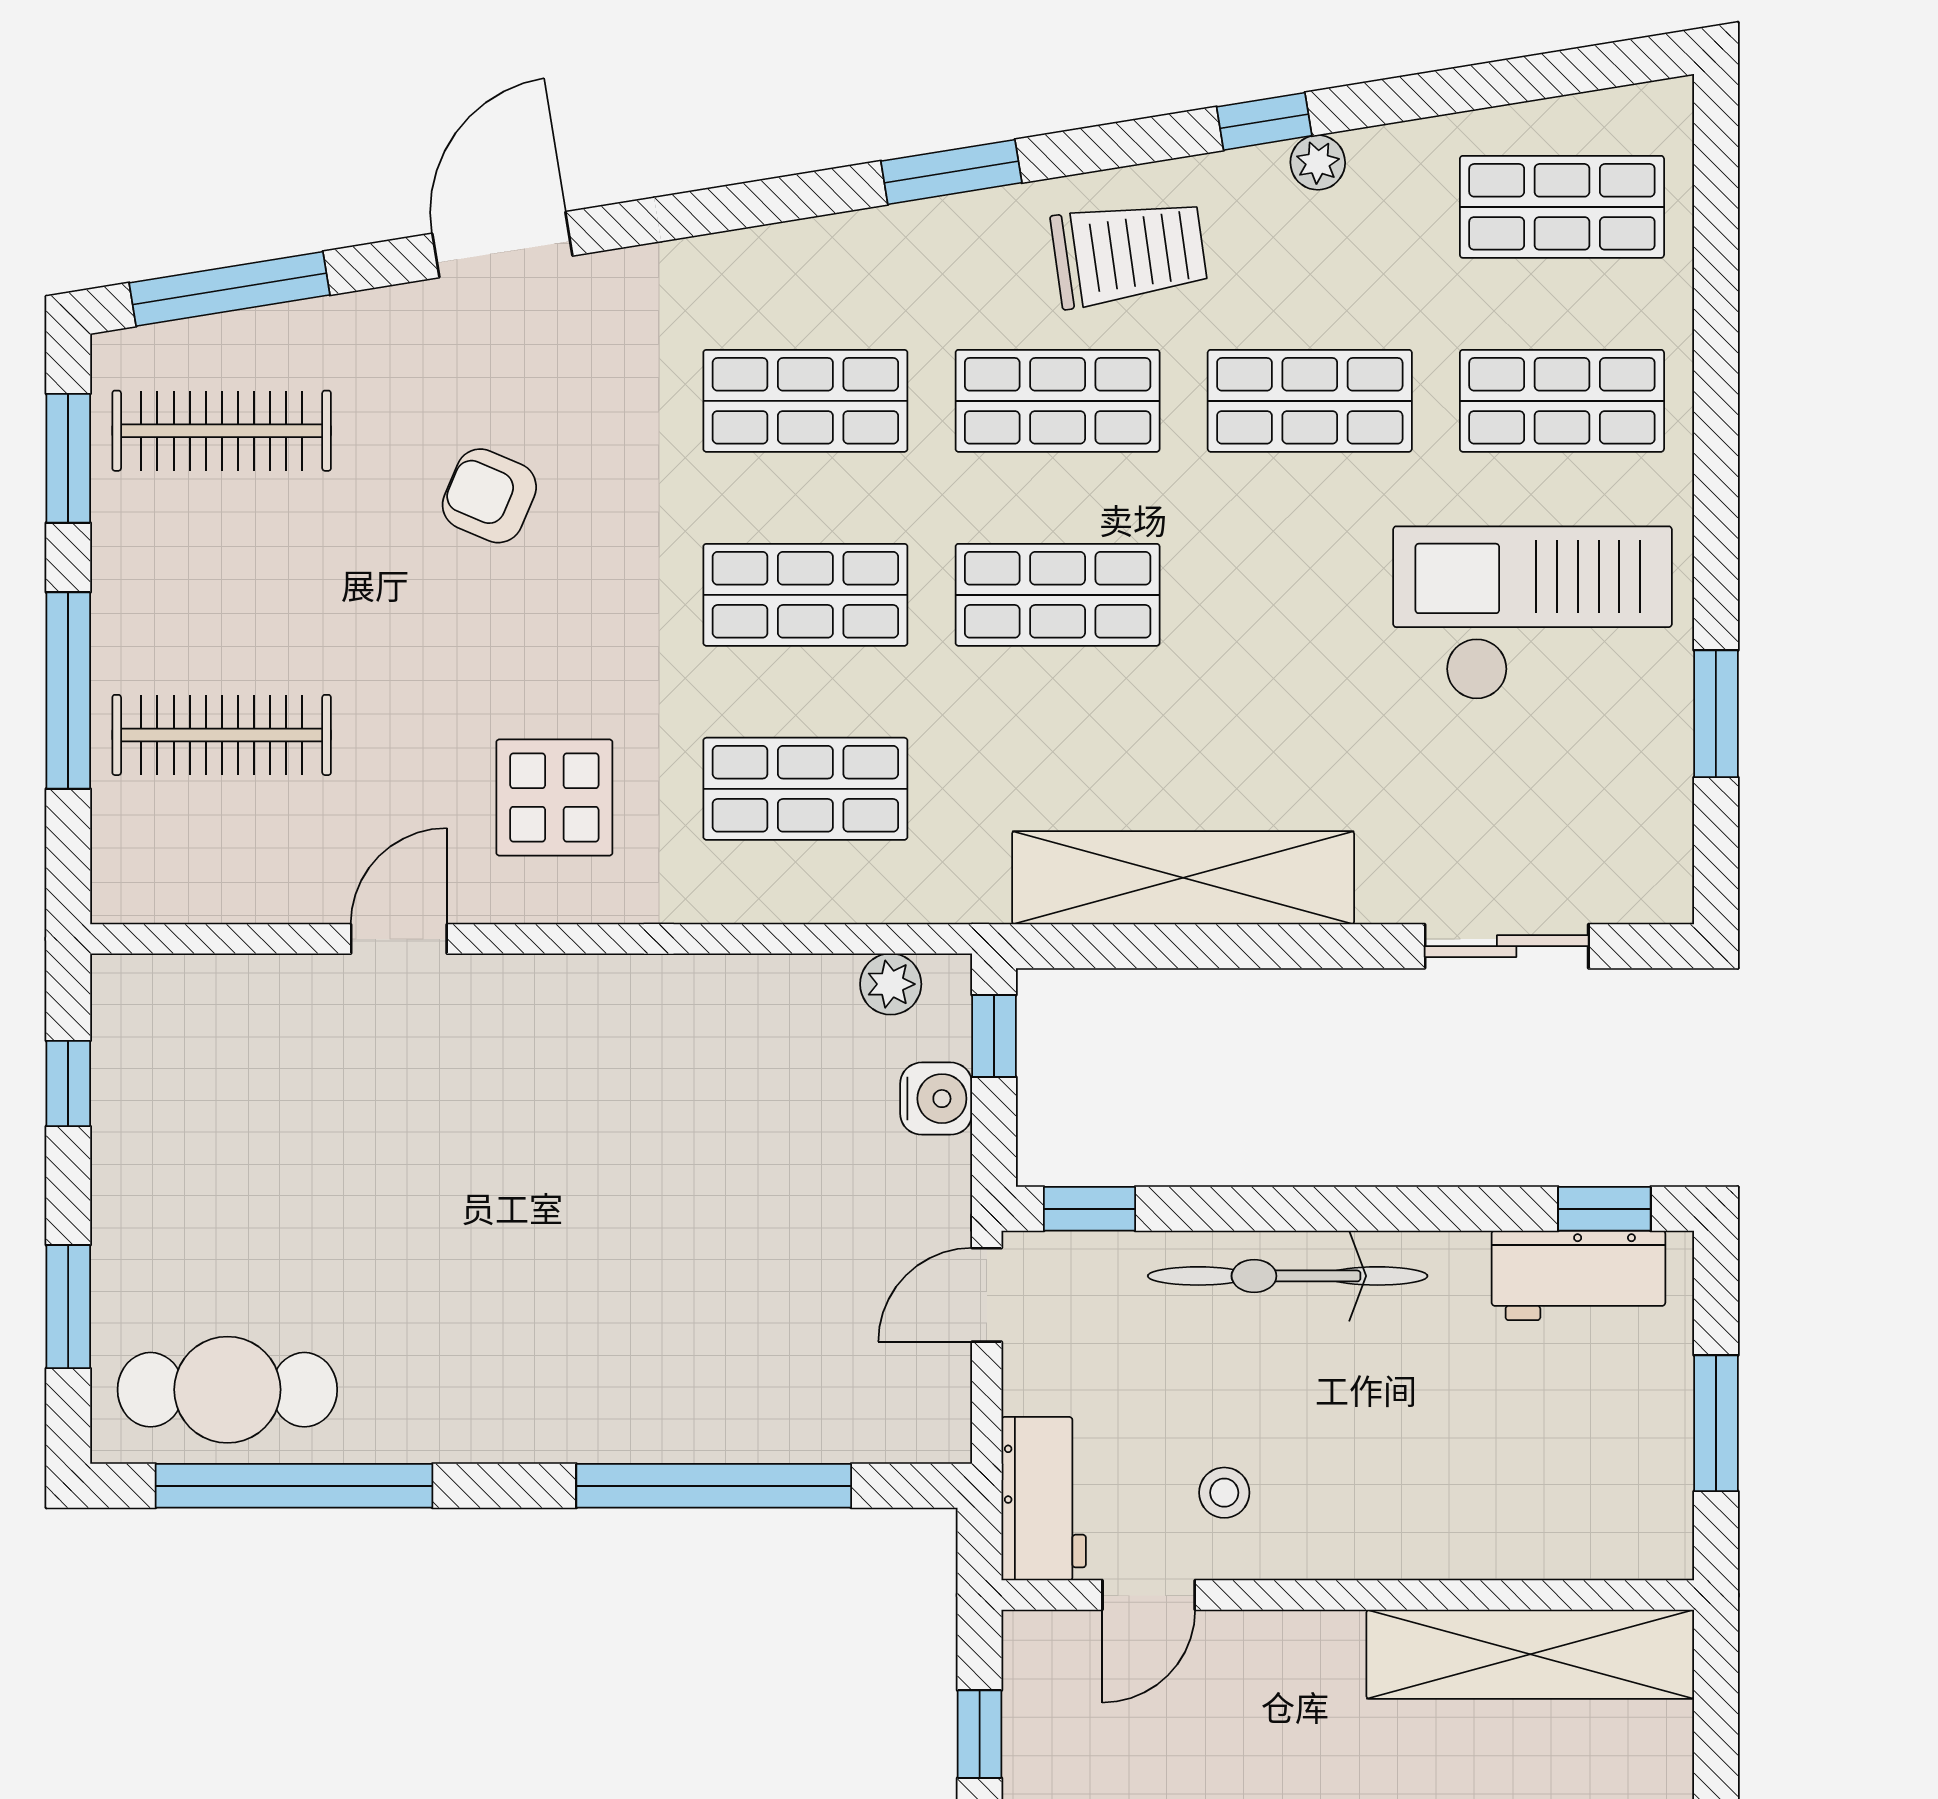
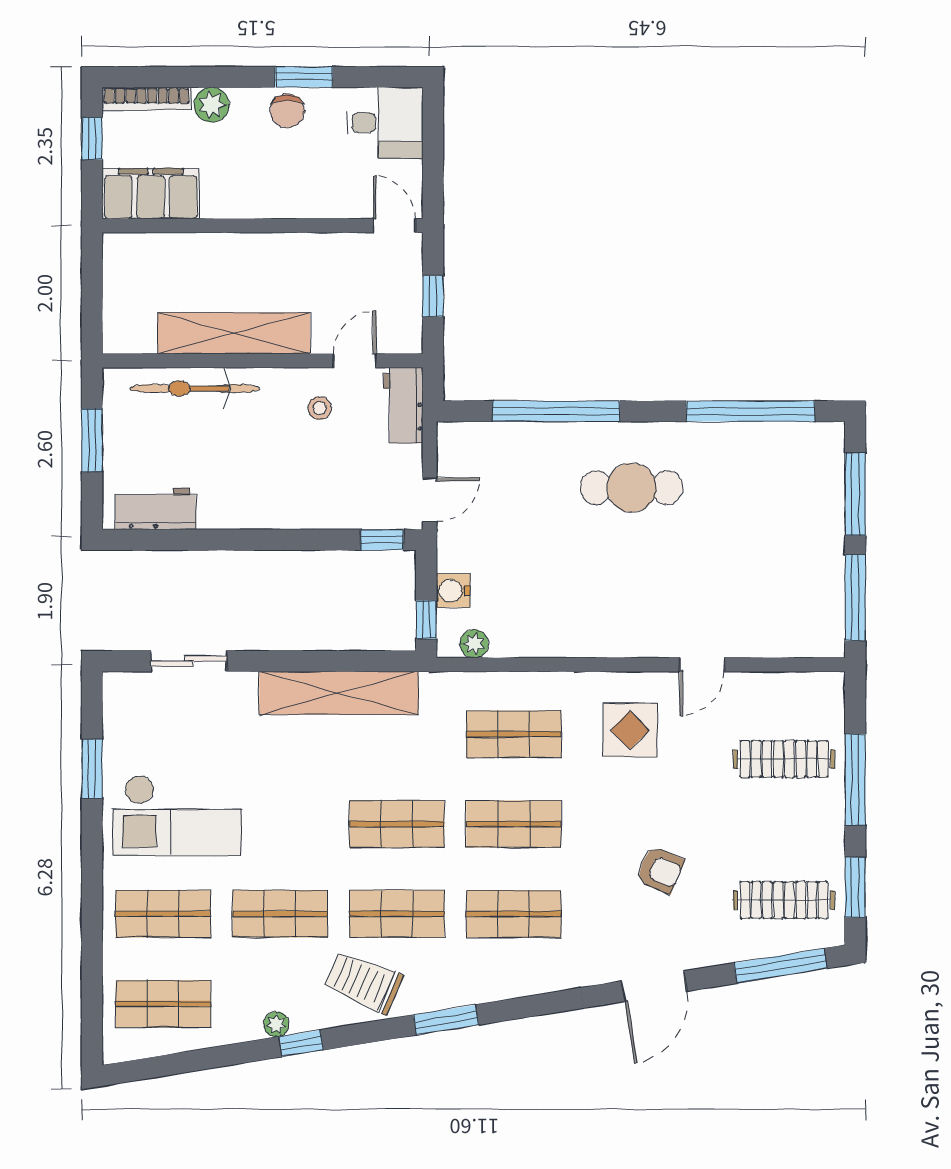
trolley: (1129, 253) -> (364, 982), turned 31
window: (68, 1084) -> (855, 598), width x2.17
window: (1604, 1209) -> (144, 540), removed
bicycle: (1288, 1276) -> (195, 388), moved, turned 180
window: (68, 1307) -> (855, 494), width x1.44
cafe table: (227, 1390) -> (632, 488), moved
shelving: (1530, 1654) -> (234, 333), moved

